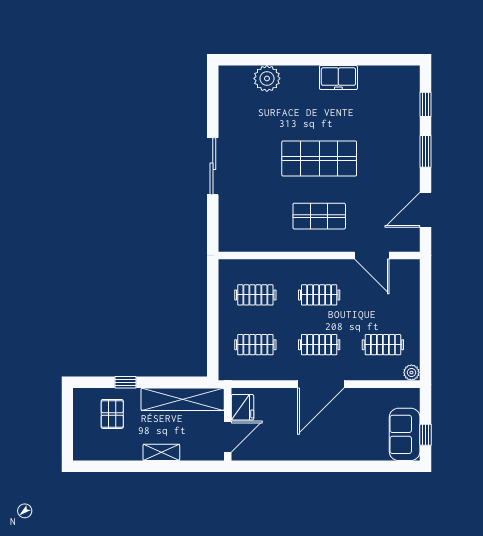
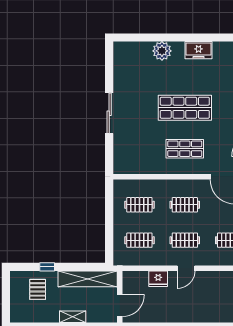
plant: (267, 78) -> (162, 51), moved
door: (321, 384) -> (186, 268), width x0.53
fridge: (243, 407) -> (158, 279), moved, turned 90

